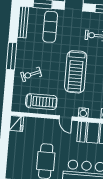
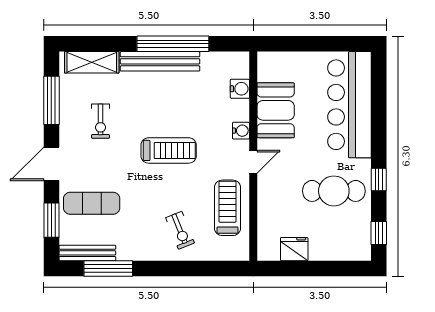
window: (11, 56) -> (108, 268), moved
treadmill: (76, 72) -> (169, 150), width x0.73, depth x0.73
fridge: (17, 123) -> (294, 249), moved

